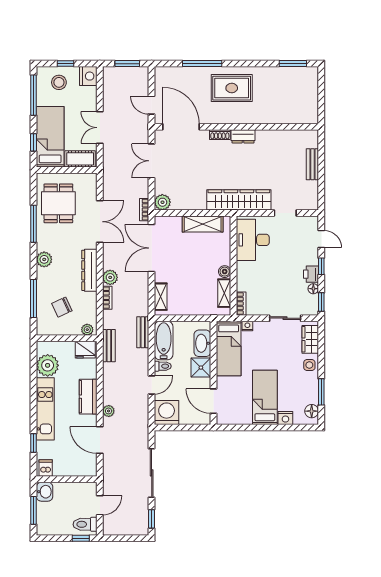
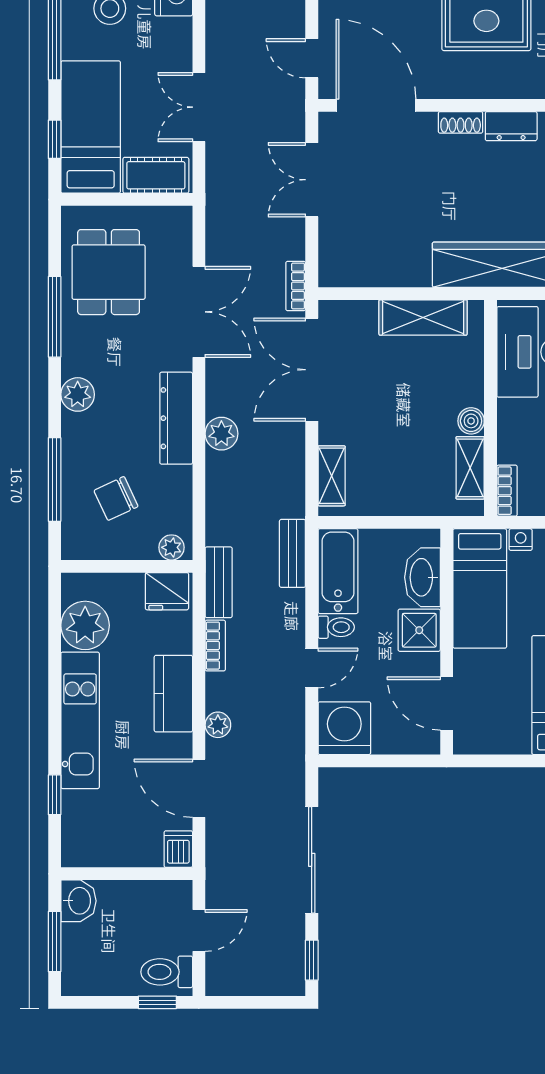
plant: (162, 202) -> (336, 270), removed
bookcase: (107, 298) -> (215, 646), moved
dishwasher: (46, 468) -> (178, 849), moved

